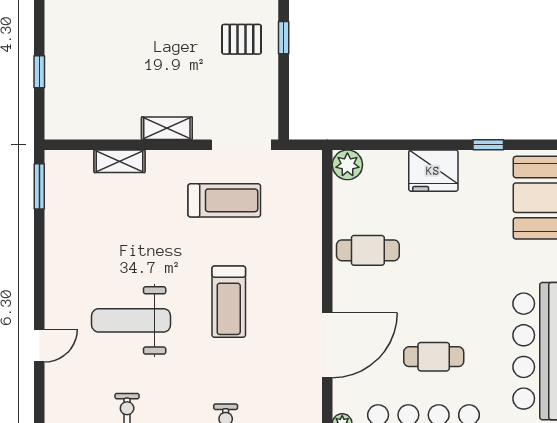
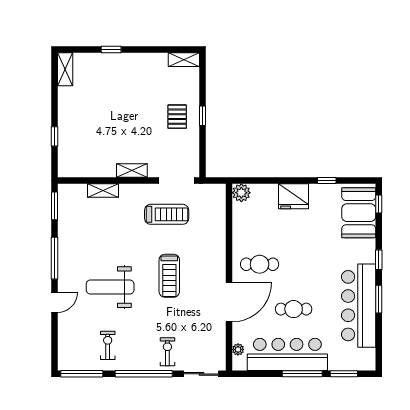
pallet: (242, 39) -> (177, 117), turned 90
cafe table: (368, 250) -> (260, 264), moved
window: (39, 273) -> (54, 258), added

